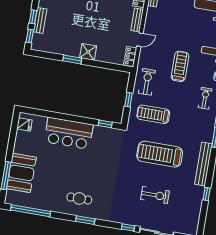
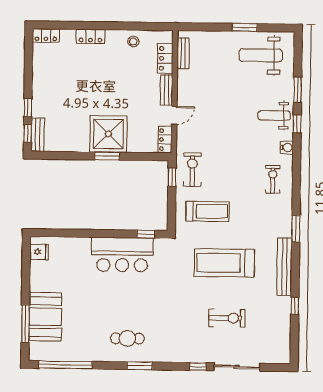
bench: (40, 20) -> (38, 135), moved
shower: (88, 52) -> (108, 134), width x1.86, depth x1.86
window: (72, 60) -> (107, 156), moved
treadmill: (180, 66) -> (233, 142), removed
window: (129, 100) -> (172, 177), moved
treadmill: (153, 114) -> (208, 211), turned 180
bar counter: (69, 133) -> (122, 255), moved

